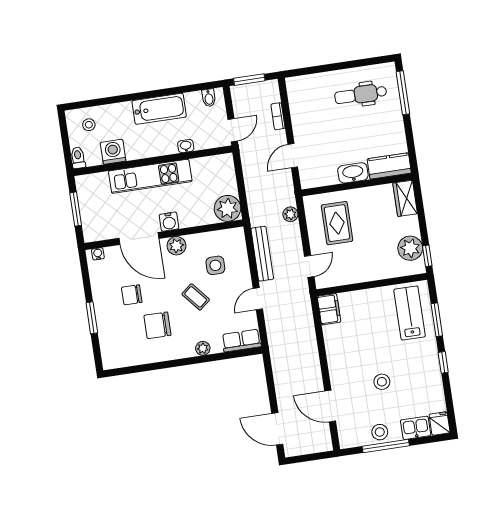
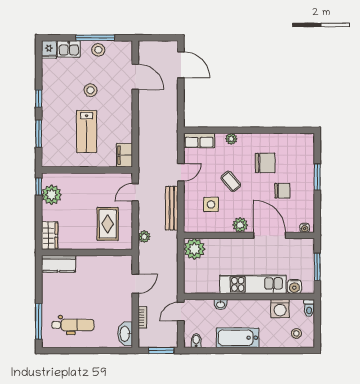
washbasin: (353, 173) -> (125, 334), moved, turned 90
water cooler: (169, 222) -> (294, 287), moved, turned 180
lab bench: (410, 313) -> (87, 131), moved

